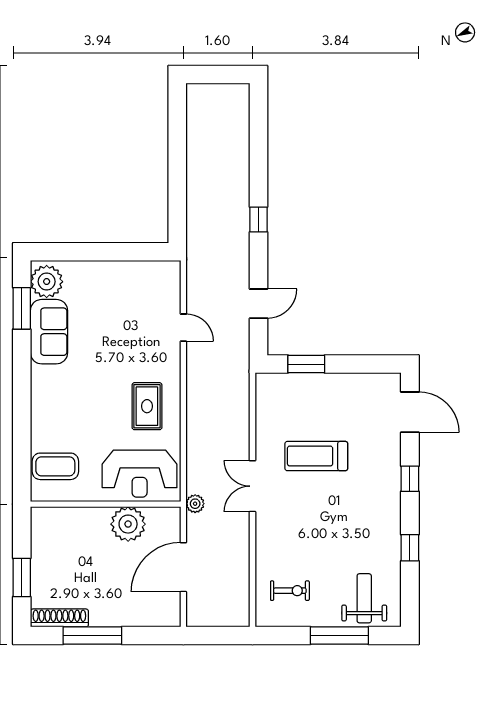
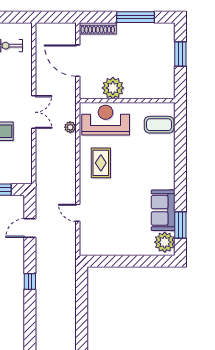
plant: (195, 504) -> (70, 127), moved
door: (183, 567) -> (78, 61), swing flipped
shoe rack: (59, 618) -> (98, 28), moved

